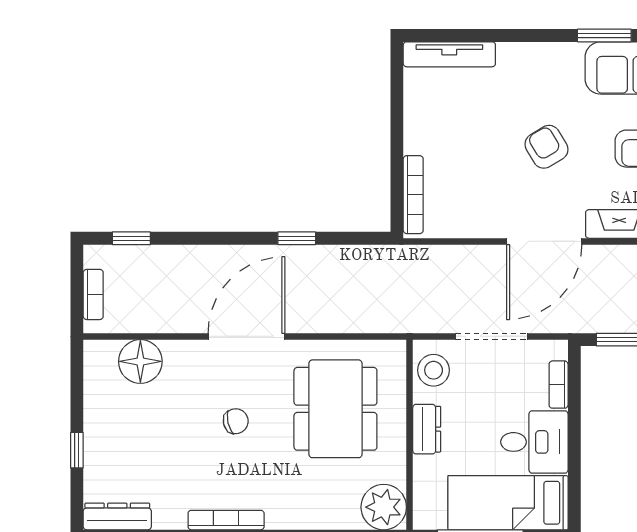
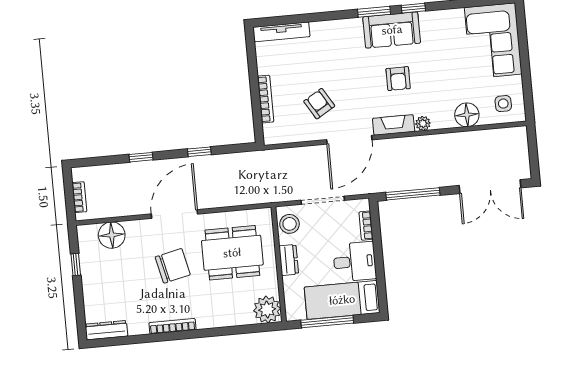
armchair: (547, 147) -> (319, 104), moved
bookcase: (413, 195) -> (266, 99), moved
window: (131, 238) -> (141, 157), moved
dining table: (335, 409) -> (232, 253), turned 90
chair: (236, 421) -> (173, 266), width x1.87, depth x1.87
window: (77, 450) -> (76, 265), moved

